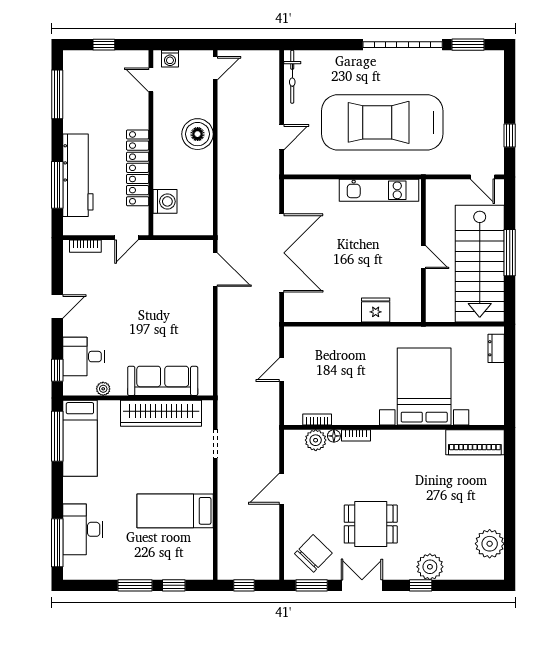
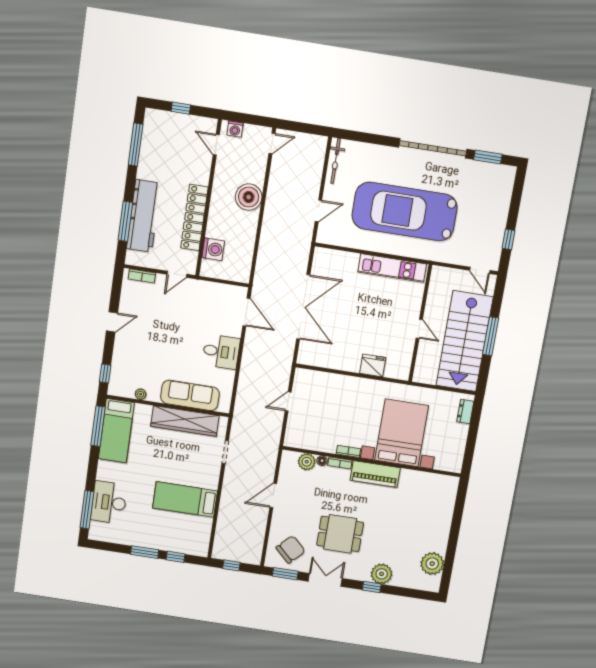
desk: (84, 357) -> (221, 352), moved, turned 180
bookcase: (317, 420) -> (348, 451), moved
piano: (475, 442) -> (375, 474), moved

